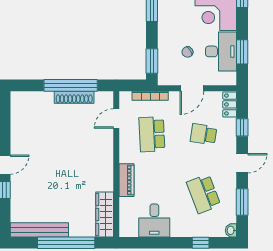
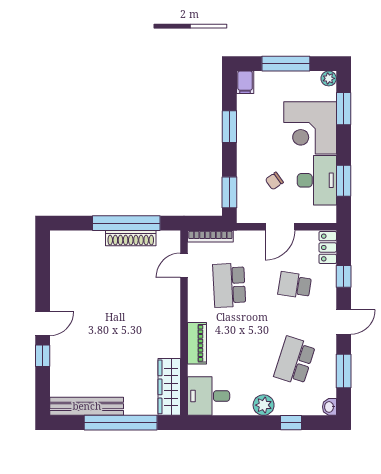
bookcase: (150, 96) -> (210, 236), moved
school desk: (204, 194) -> (295, 361), turned 39
desk: (154, 220) -> (209, 396), moved, turned 90
plant: (179, 229) -> (264, 405), added

